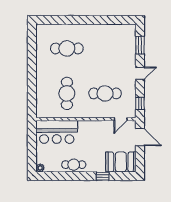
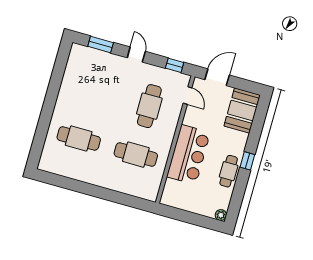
cafe table: (67, 48) -> (79, 138), turned 90
bar counter: (57, 132) -> (188, 155), moved
window: (103, 176) -> (247, 161), moved

